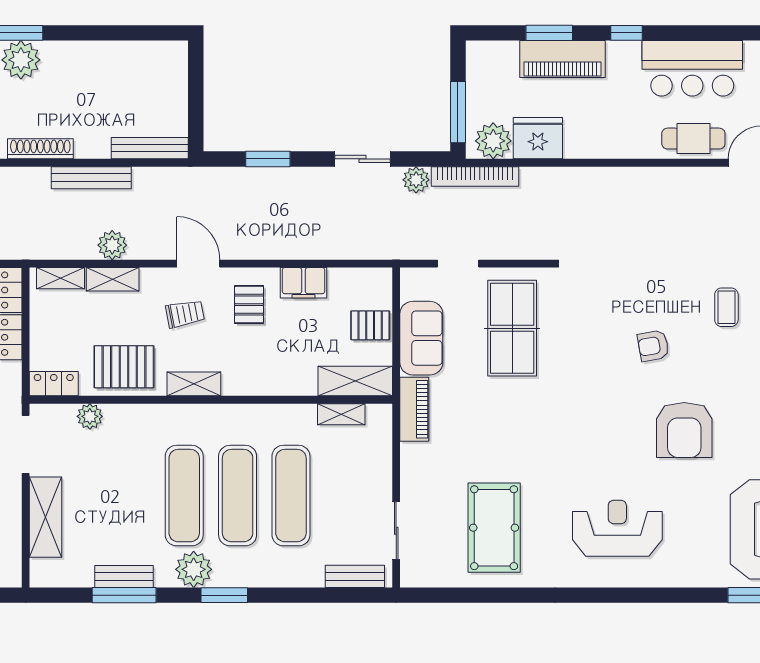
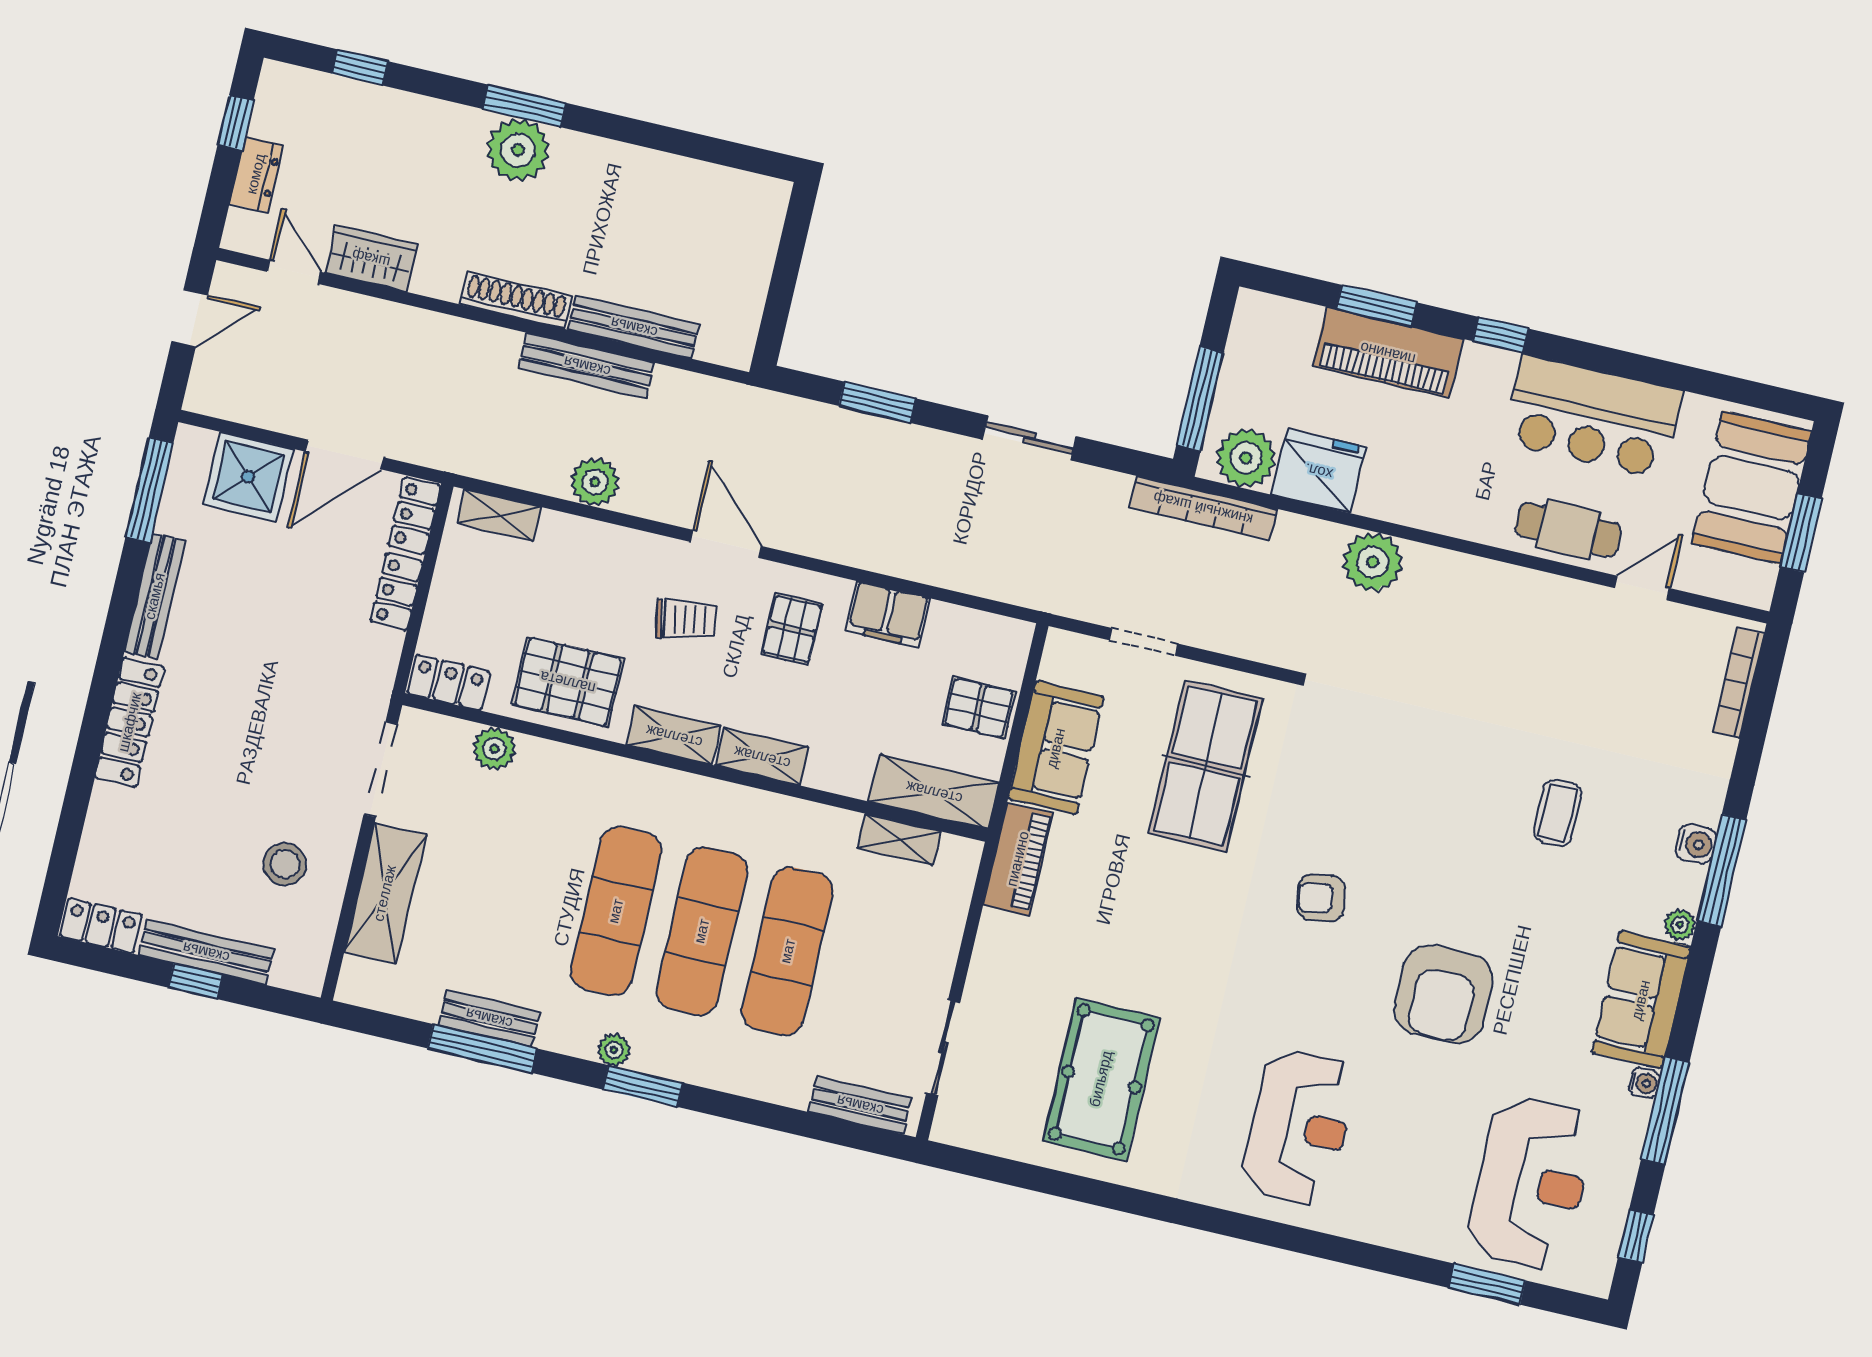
bench: (150, 148) -> (634, 327), moved
plant: (416, 180) -> (1373, 562), moved, width x1.36, depth x1.36
shelving: (113, 279) -> (762, 757), moved
armchair: (653, 346) -> (1321, 898), moved
reception desk: (617, 528) -> (1299, 1127), turned 90
plant: (194, 569) -> (614, 1050), width x0.53, depth x0.53

